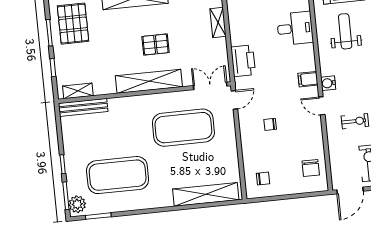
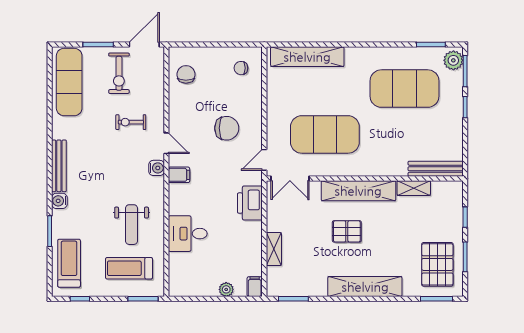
shelving: (78, 91) -> (414, 188), moved
chair: (270, 124) -> (227, 128), width x1.87, depth x1.87

